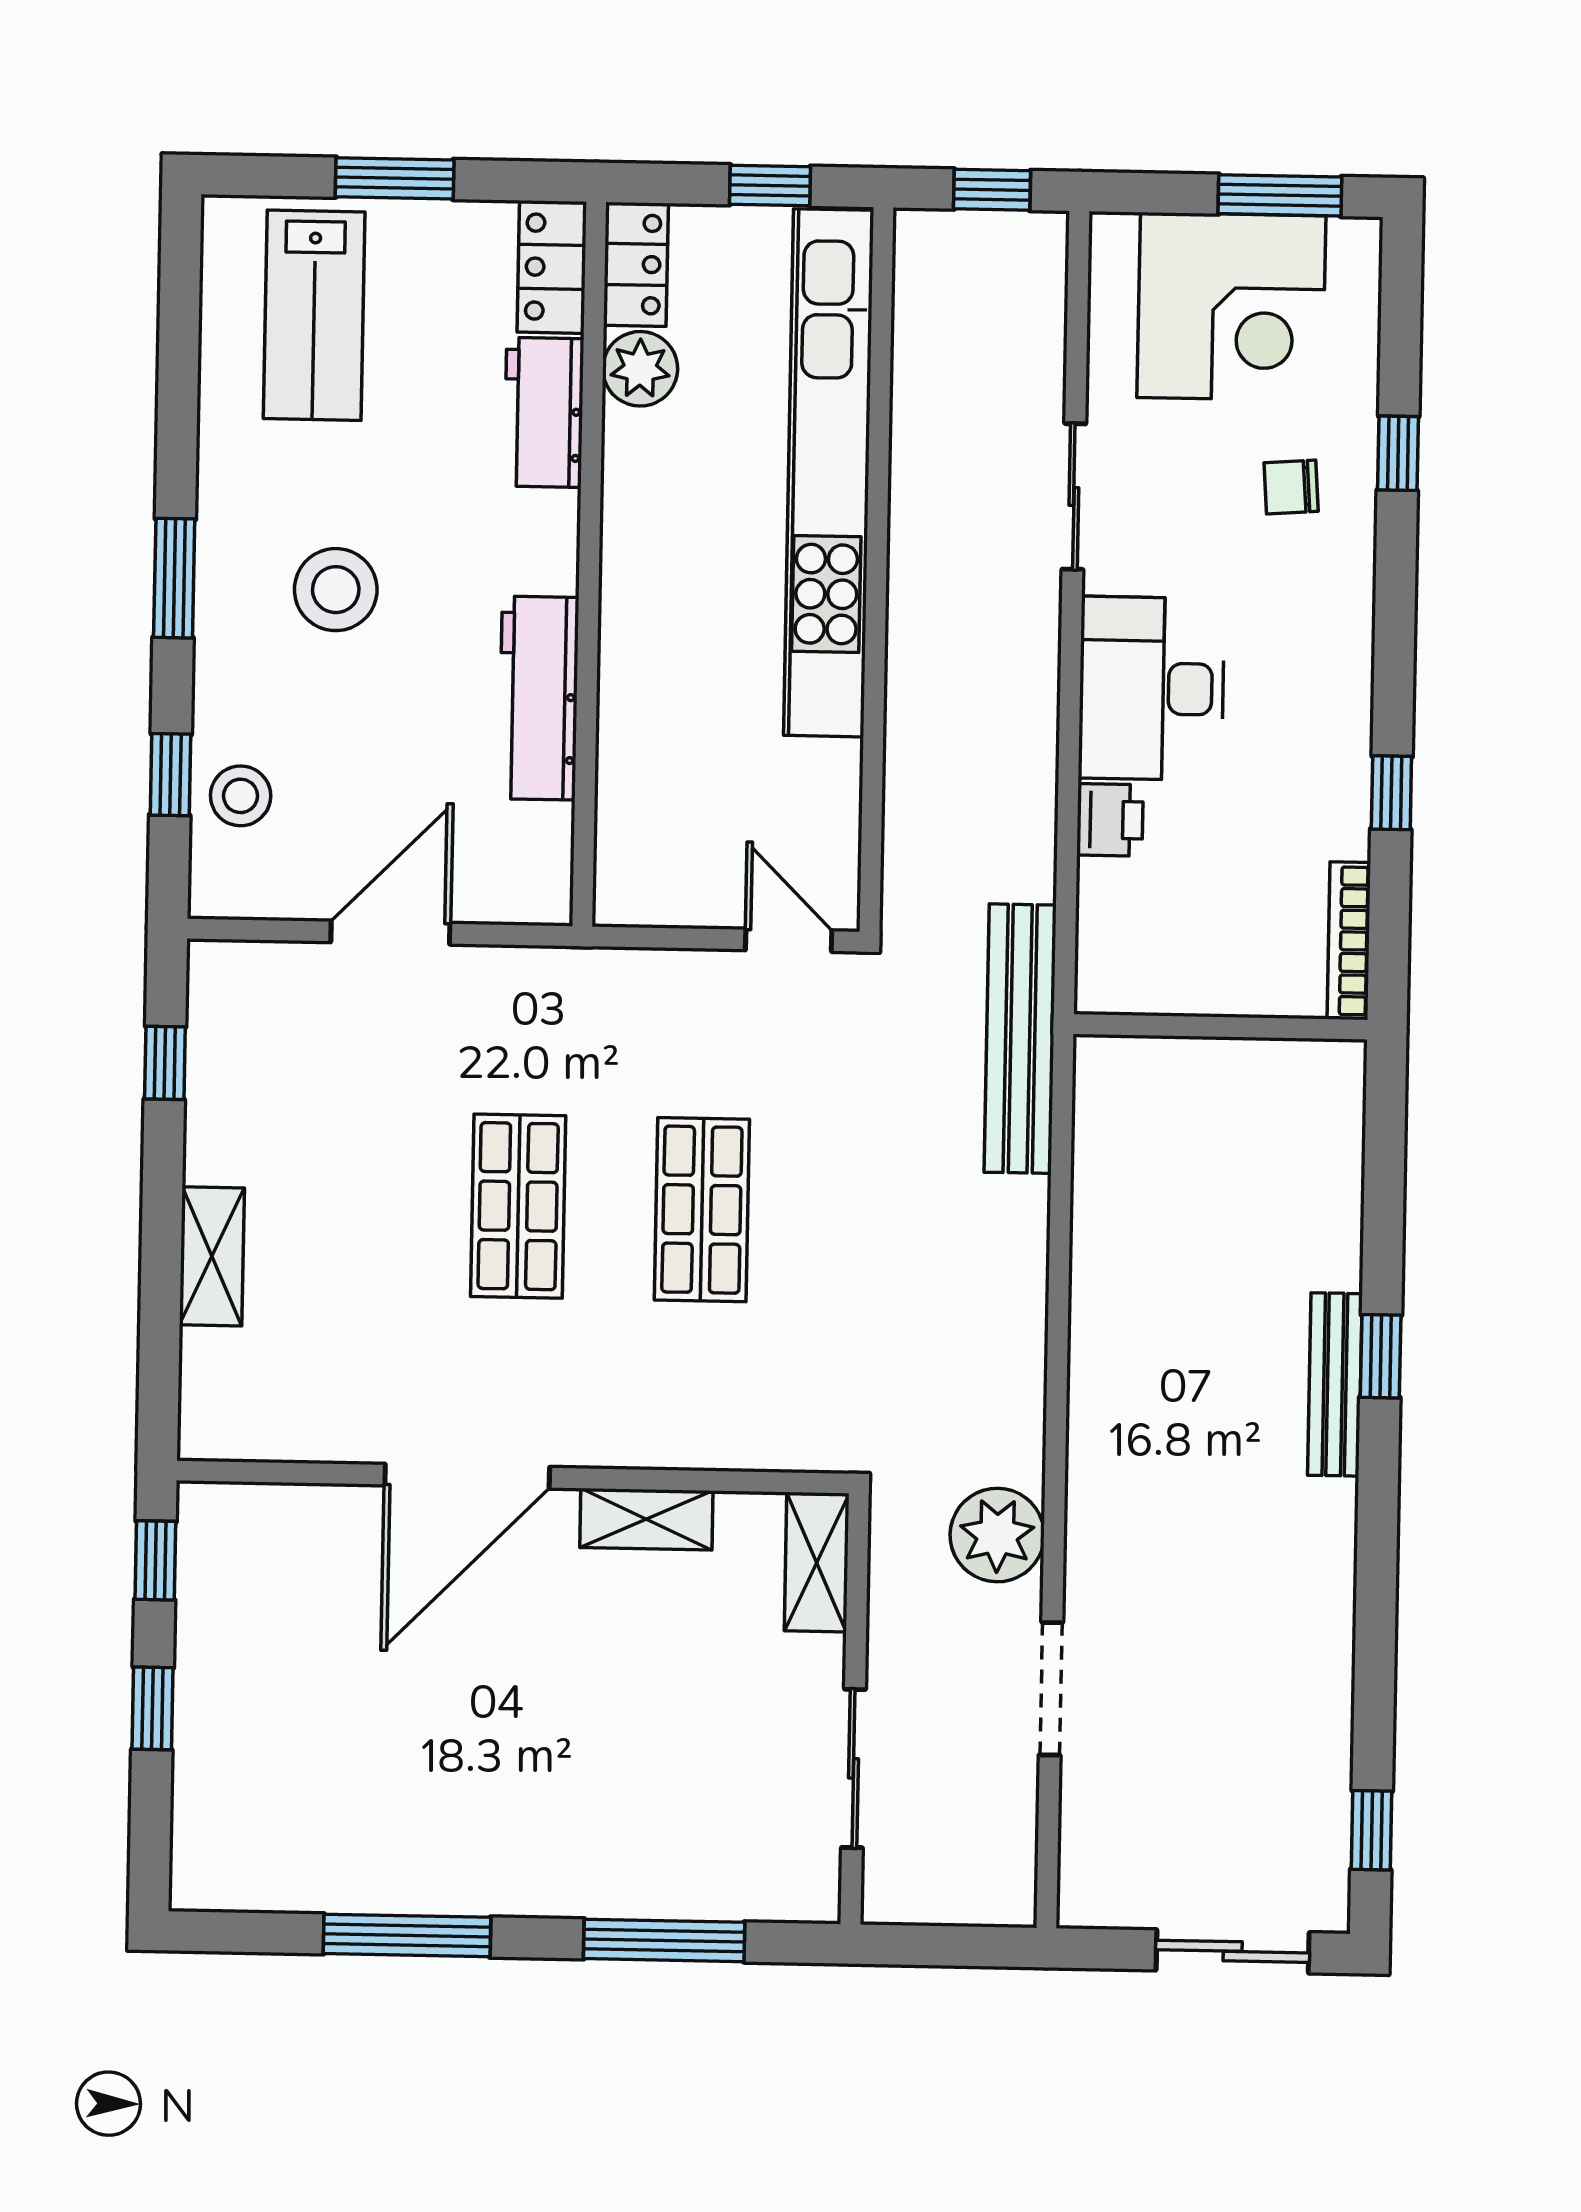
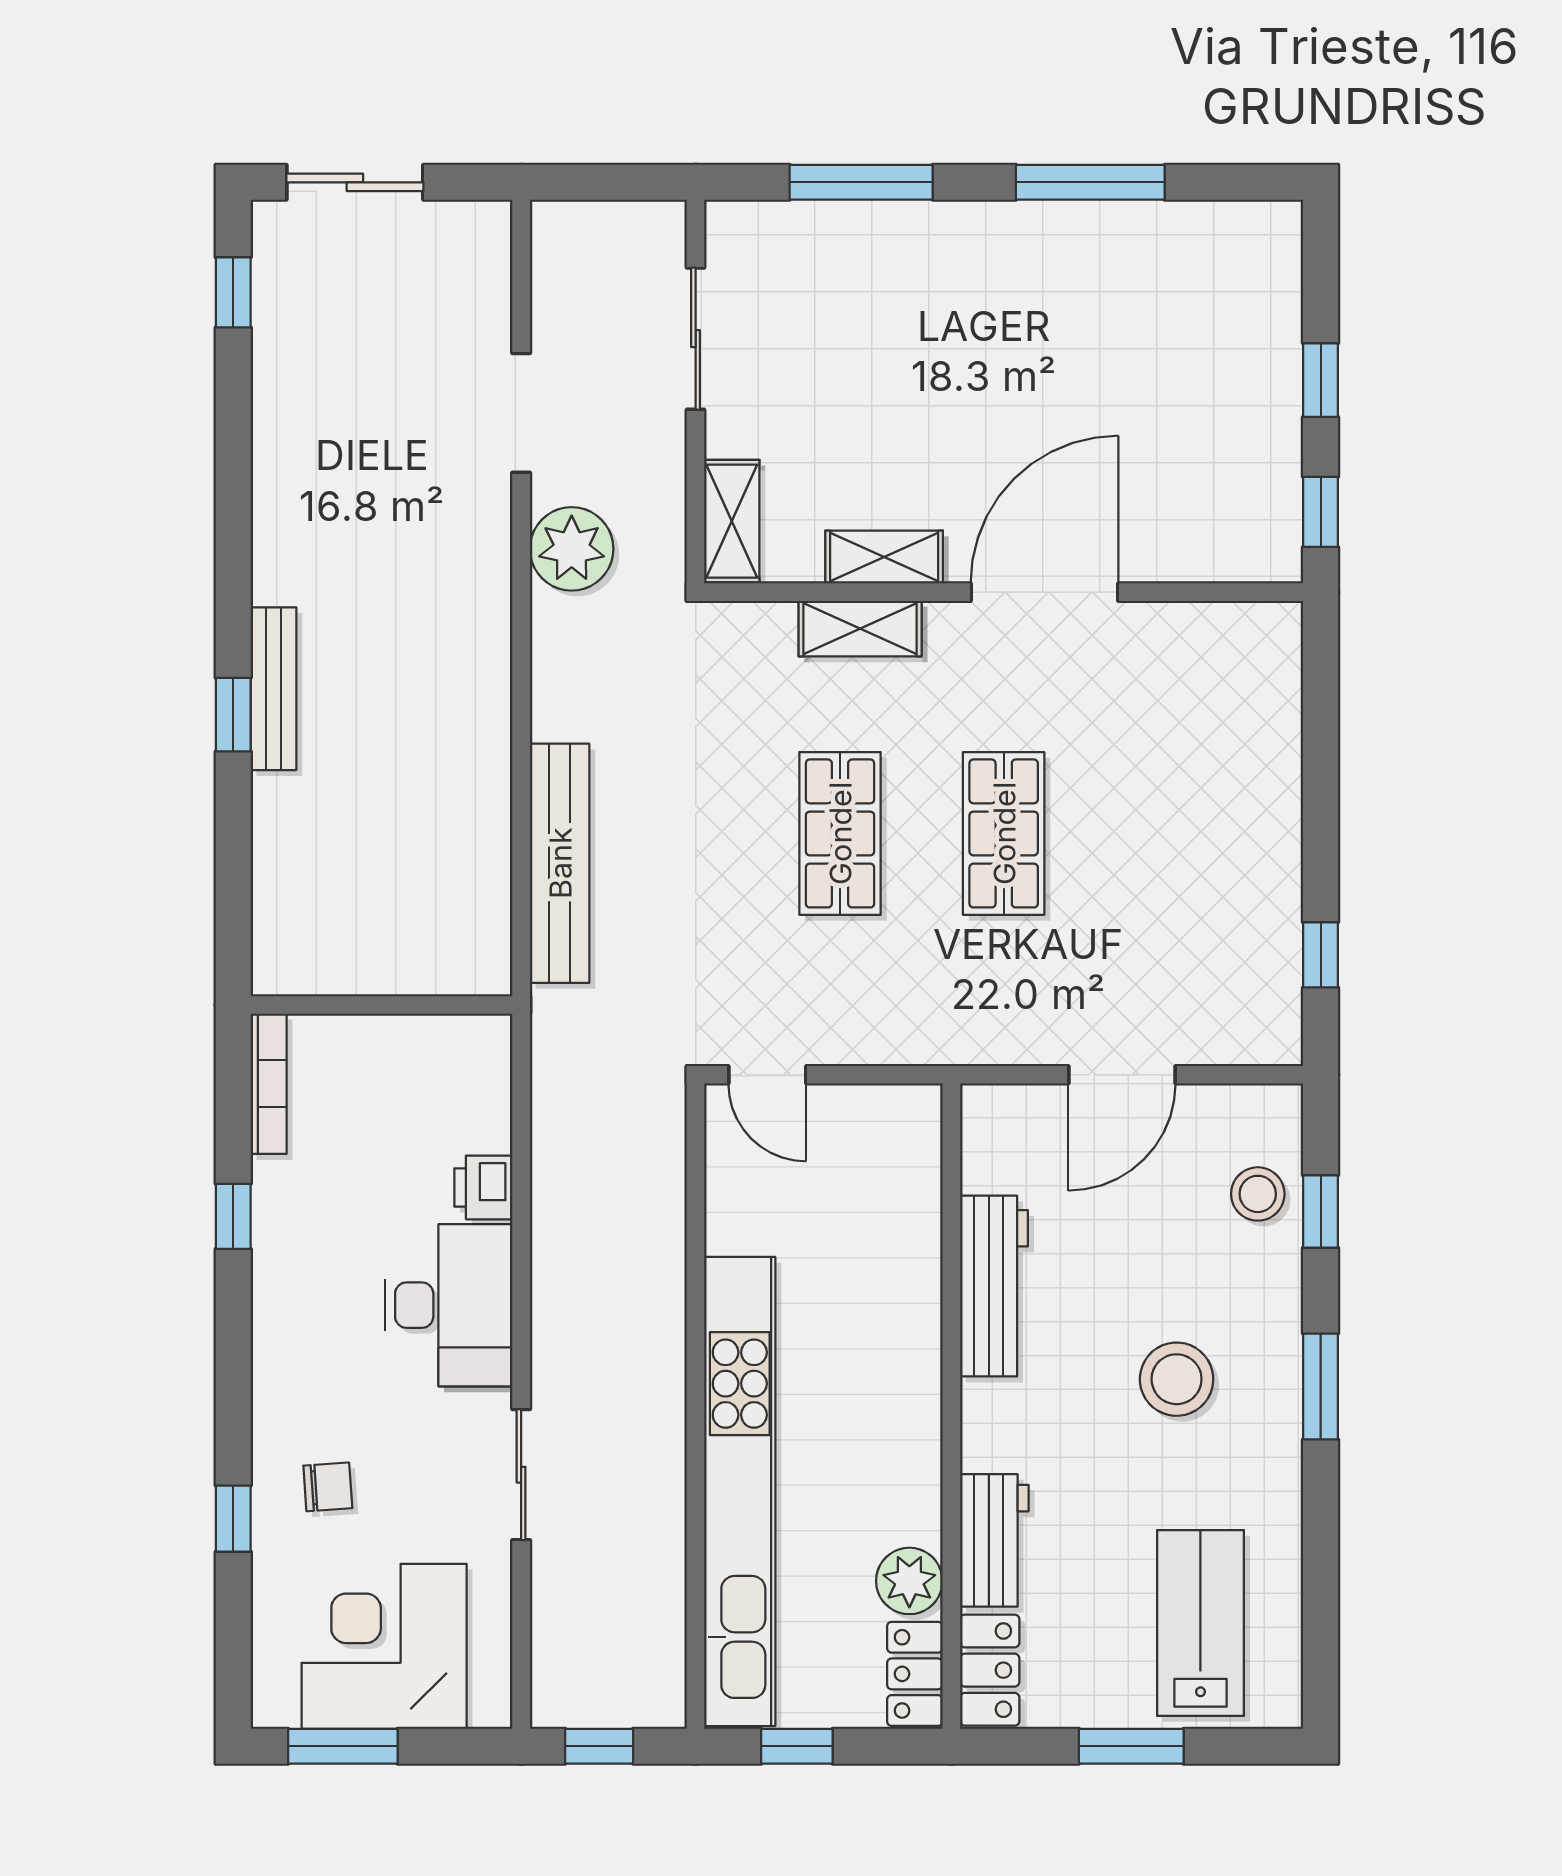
bench: (1020, 1039) -> (560, 863), moved
shelving: (212, 1256) -> (860, 629), moved, turned 90

